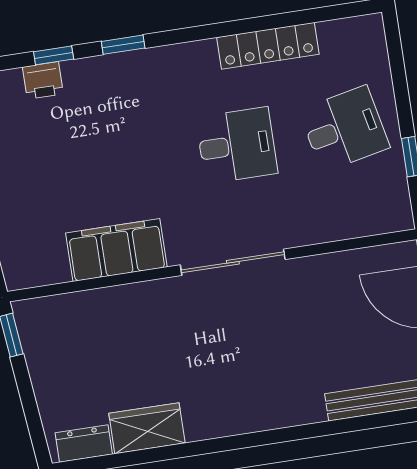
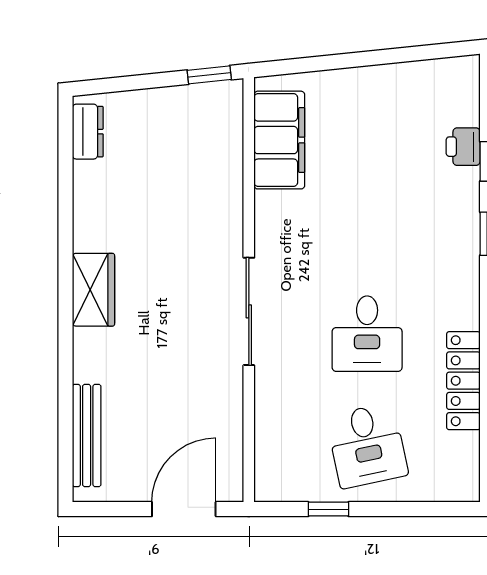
filing cabinet: (116, 250) -> (279, 140), moved
wardrobe: (147, 428) -> (93, 290), moved

